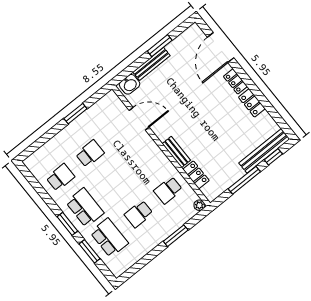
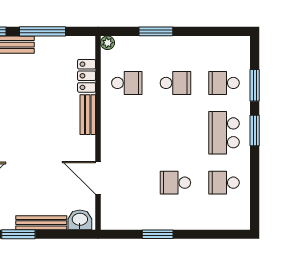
school desk: (109, 238) -> (224, 83), width x0.54

